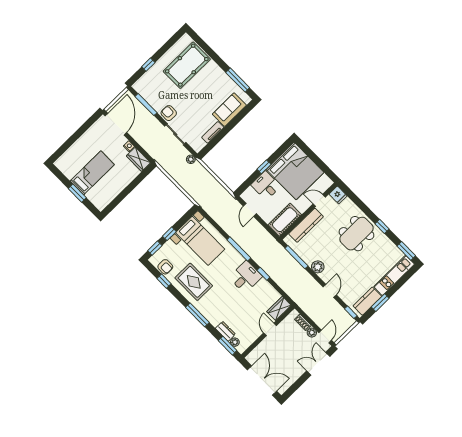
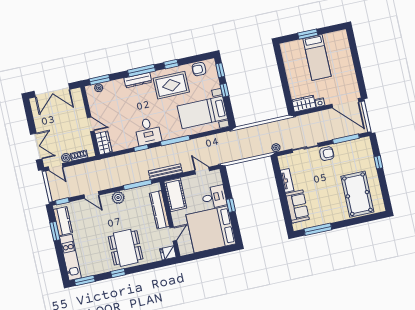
bench: (270, 241) -> (165, 172), added
window: (164, 281) -> (171, 64), moved
dresser: (225, 331) -> (138, 80), moved, width x1.44

